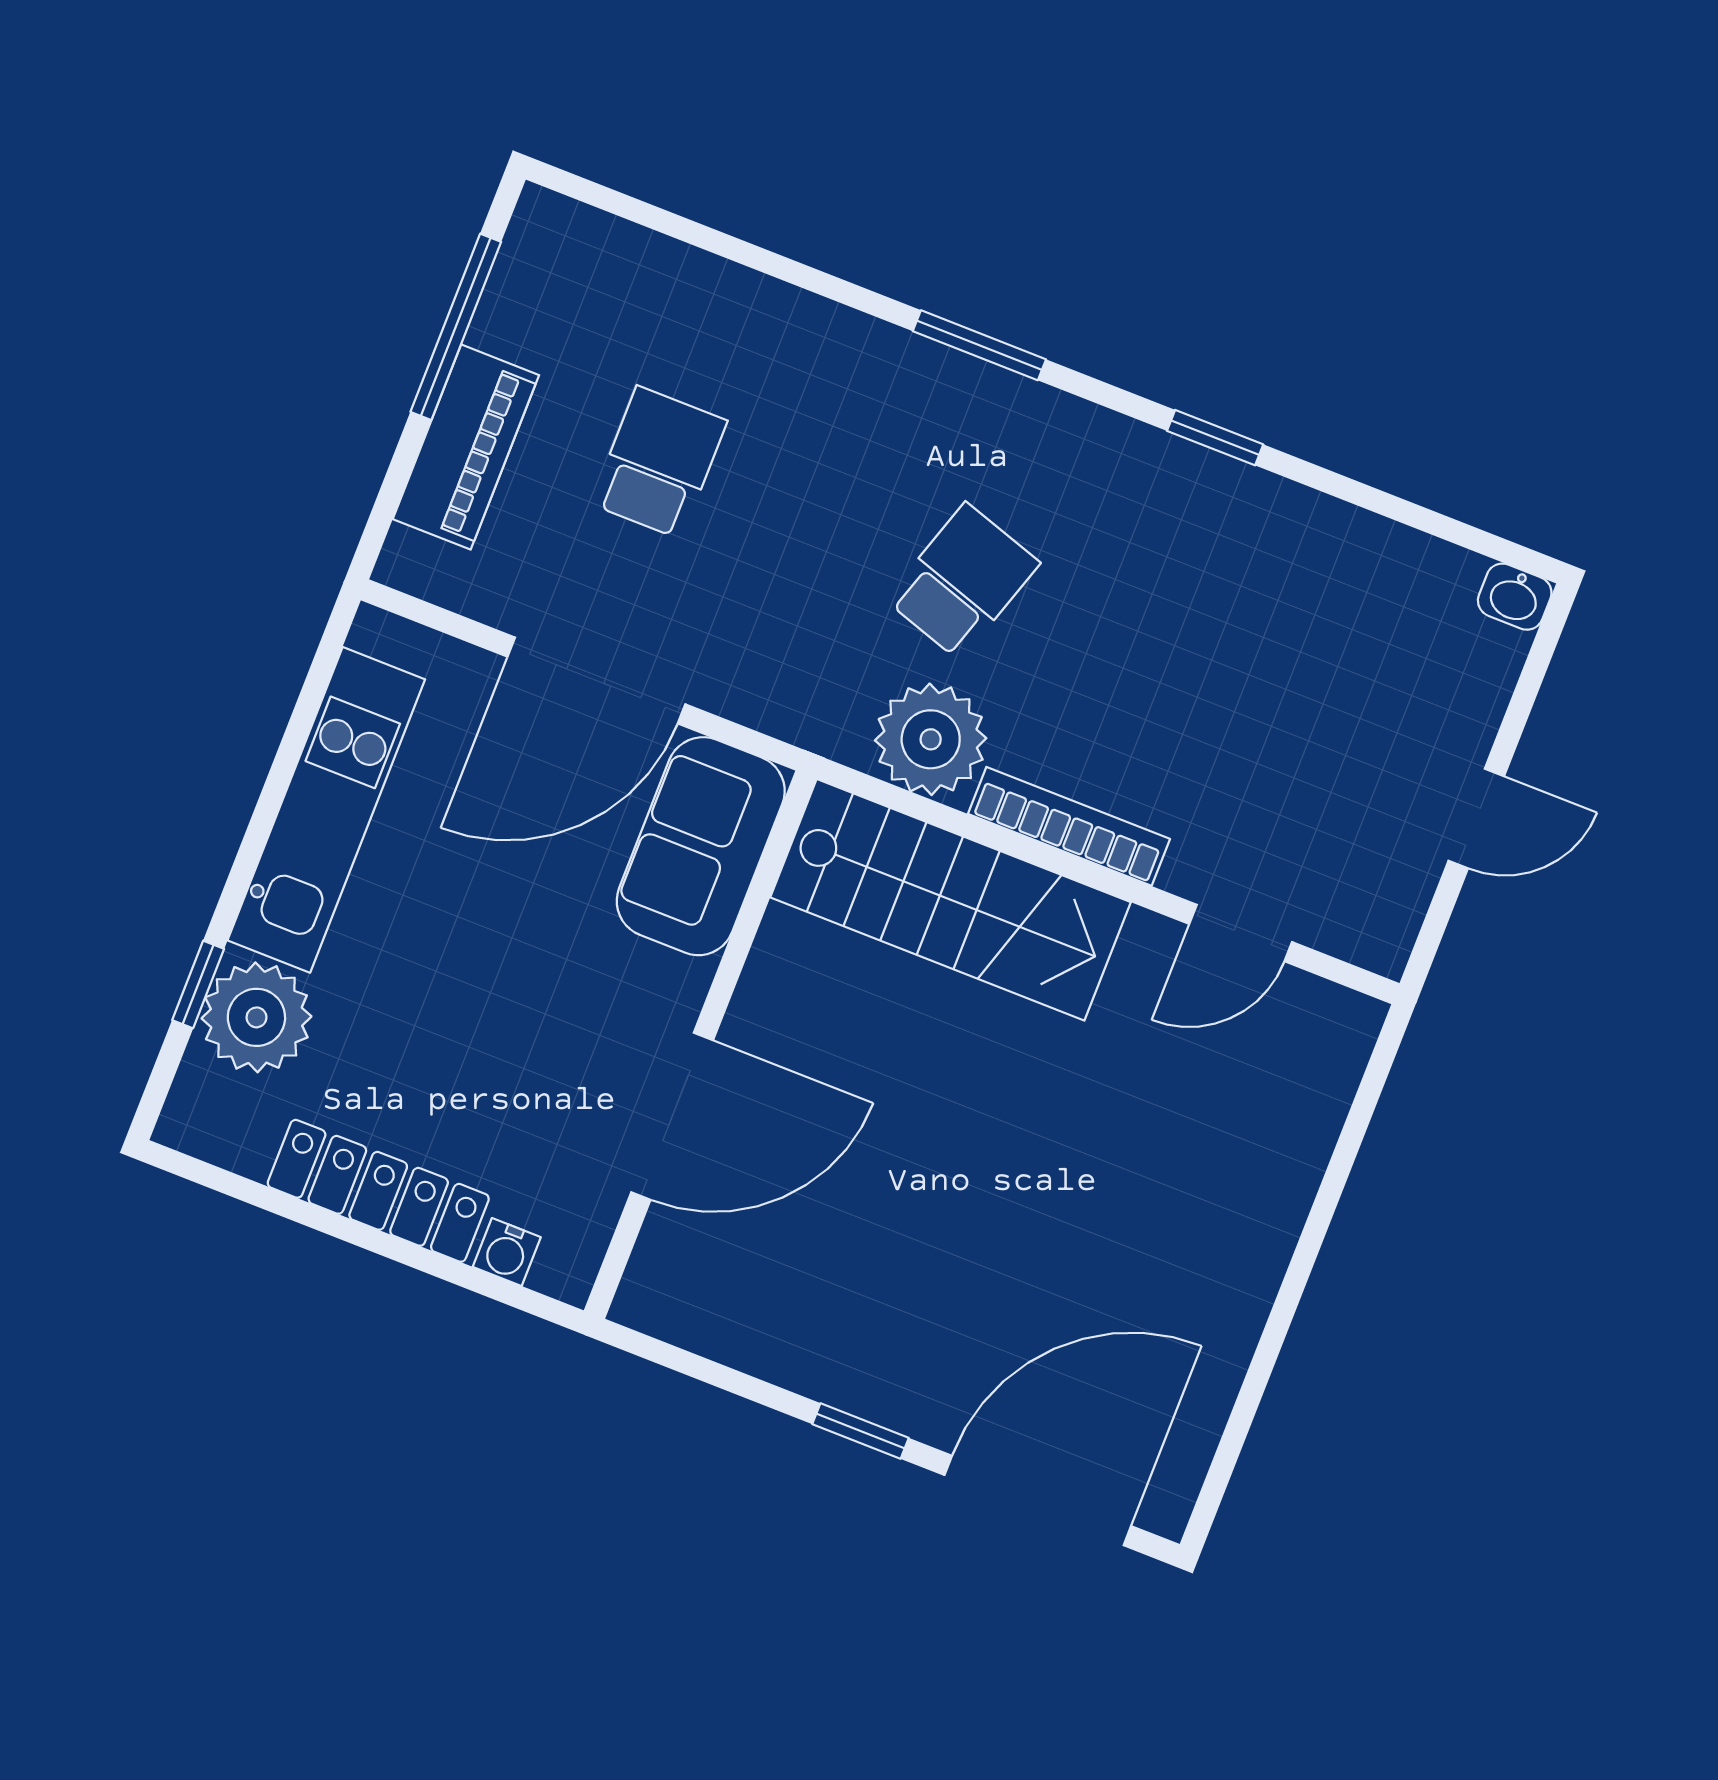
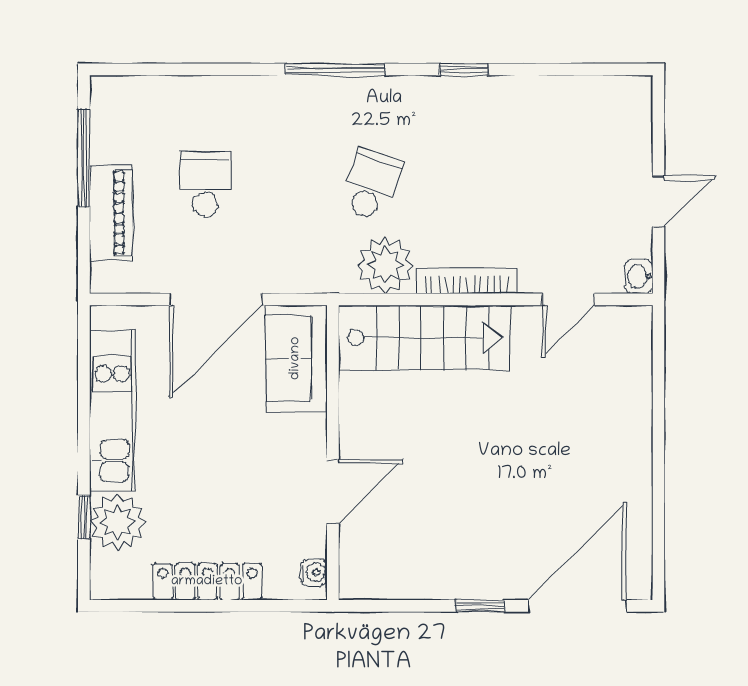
window: (979, 345) -> (335, 69), width x1.44
washbasin: (1515, 597) -> (639, 276), moved, turned 90
door: (672, 1116) -> (333, 492), width x0.73
water cooler: (507, 1252) -> (314, 573), moved, turned -90

